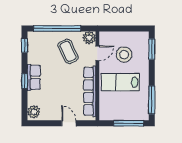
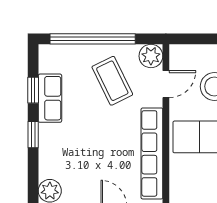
window: (25, 45) -> (33, 90), moved
row of seats: (34, 77) -> (50, 98), moved

